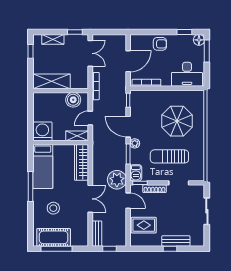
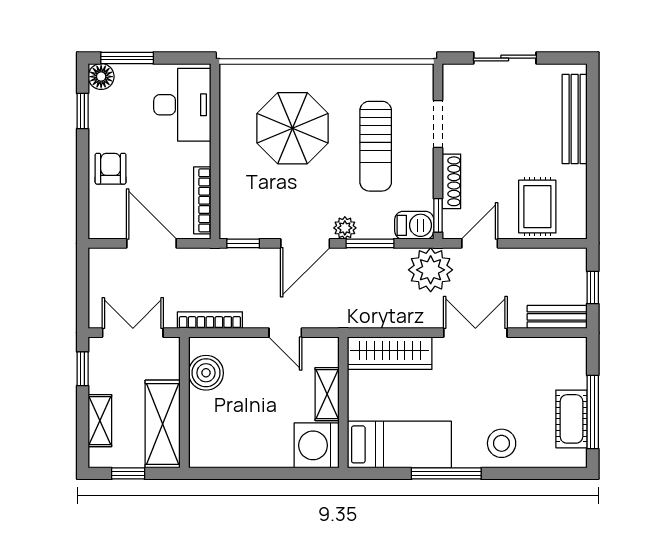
shelving: (51, 81) -> (163, 424), moved
wall: (61, 91) -> (184, 402), moved
boiler: (73, 100) -> (206, 373), moved
shelving: (77, 136) -> (327, 394), moved
stool: (53, 208) -> (502, 443), moved
cot: (54, 237) -> (571, 419), width x0.73, depth x0.75
bench: (176, 241) -> (575, 119), width x1.36
window: (170, 249) -> (593, 145), removed

